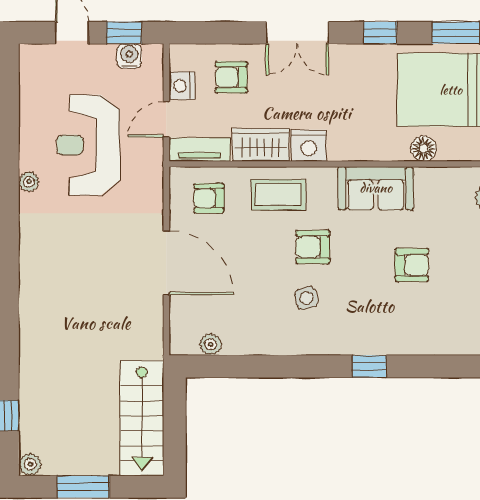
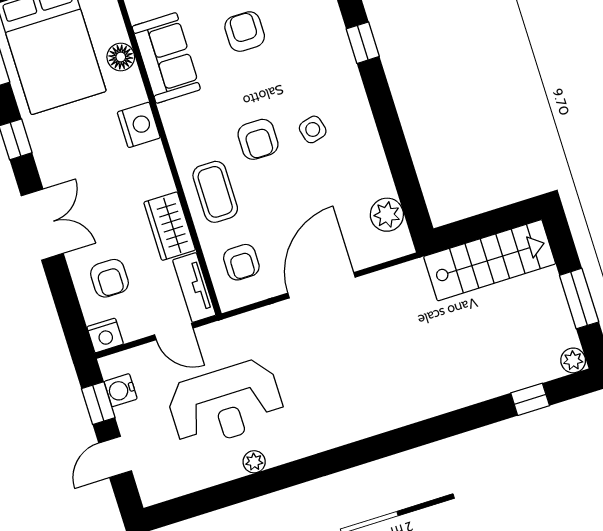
nightstand: (182, 86) -> (105, 335), moved
nightstand: (309, 146) -> (139, 125), moved
plant: (29, 182) -> (254, 462), moved
sofa: (376, 188) -> (166, 58), moved
plant: (211, 344) -> (387, 215), width x1.38, depth x1.38

